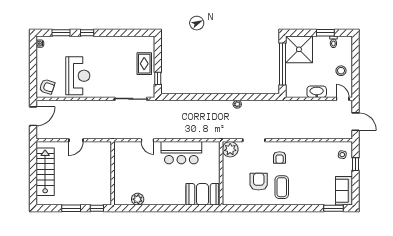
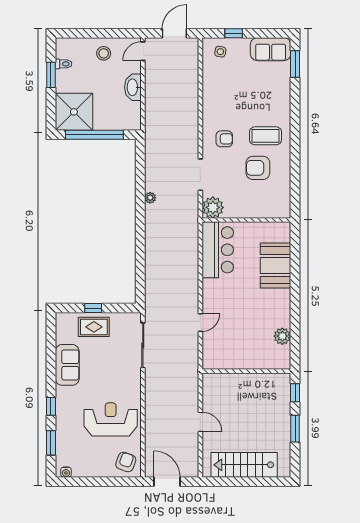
sofa: (117, 44) -> (67, 365), added
window: (158, 78) -> (93, 308), moved
bar counter: (181, 153) -> (218, 250), moved
booth: (202, 194) -> (276, 265), moved

